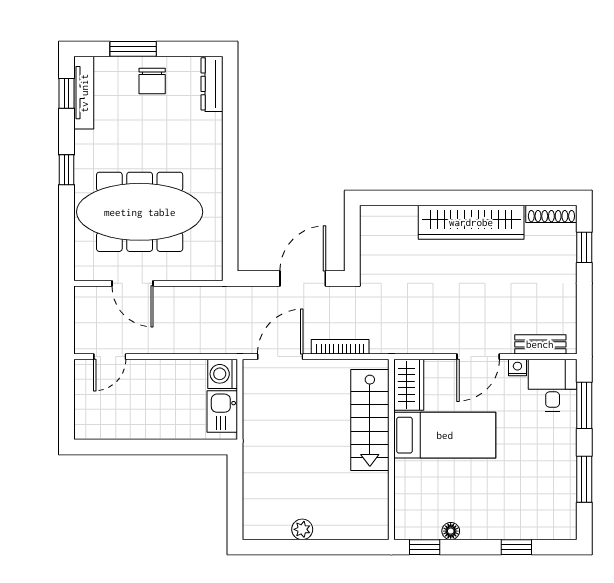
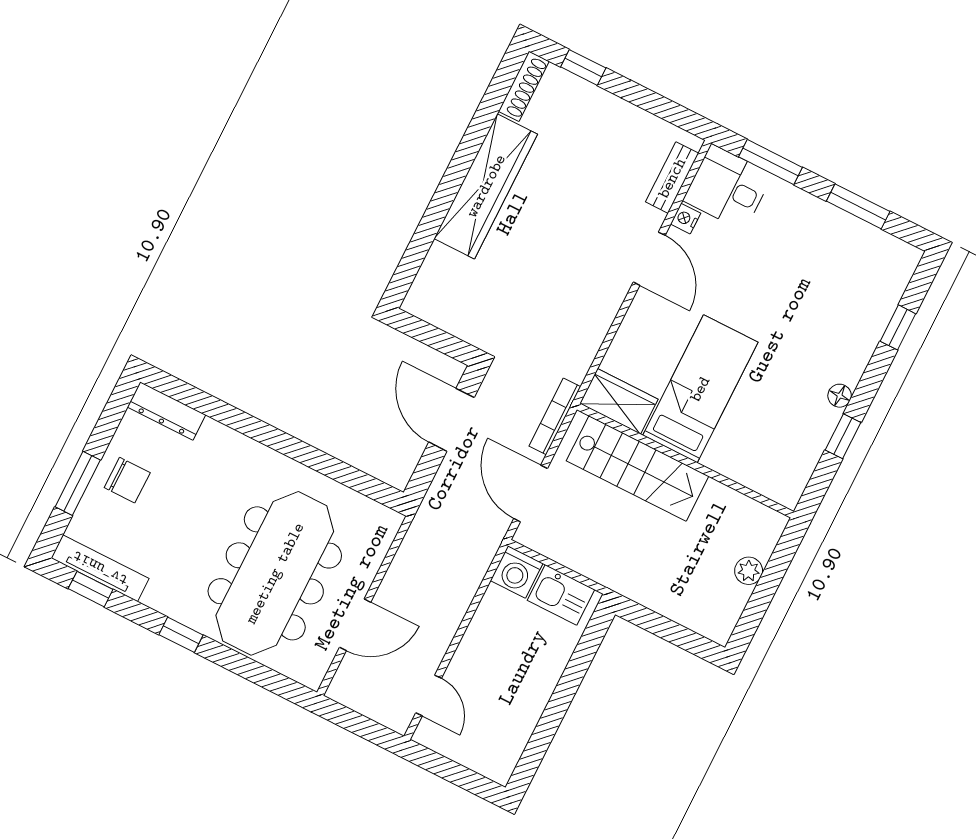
wardrobe: (409, 385) -> (619, 401), moved
stairs: (370, 420) -> (638, 469), moved
bed: (445, 435) -> (700, 389), moved
wall: (391, 449) -> (685, 461), moved

